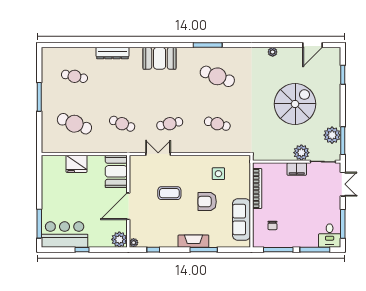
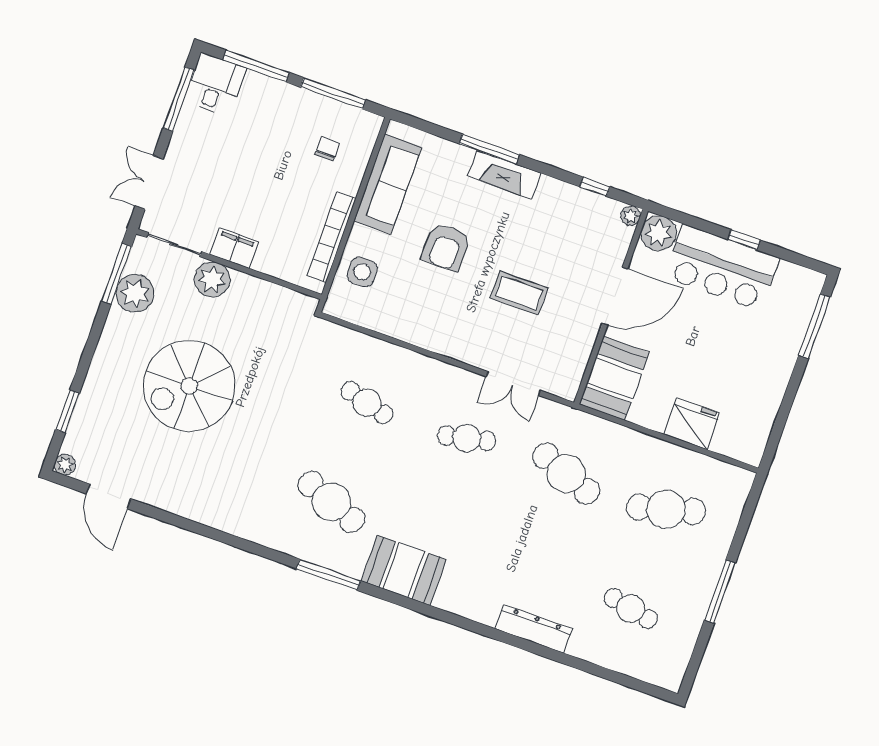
door: (313, 45) -> (109, 496), swing flipped
plant: (273, 52) -> (65, 465), moved
booth: (160, 58) -> (404, 570), moved
cafe table: (74, 124) -> (666, 509), turned -36
cafe table: (122, 124) -> (566, 474), width x1.37, depth x1.35
side table: (218, 174) -> (362, 272), moved
armchair: (207, 202) -> (446, 247), turned 91
bar counter: (65, 235) -> (722, 267), moved

